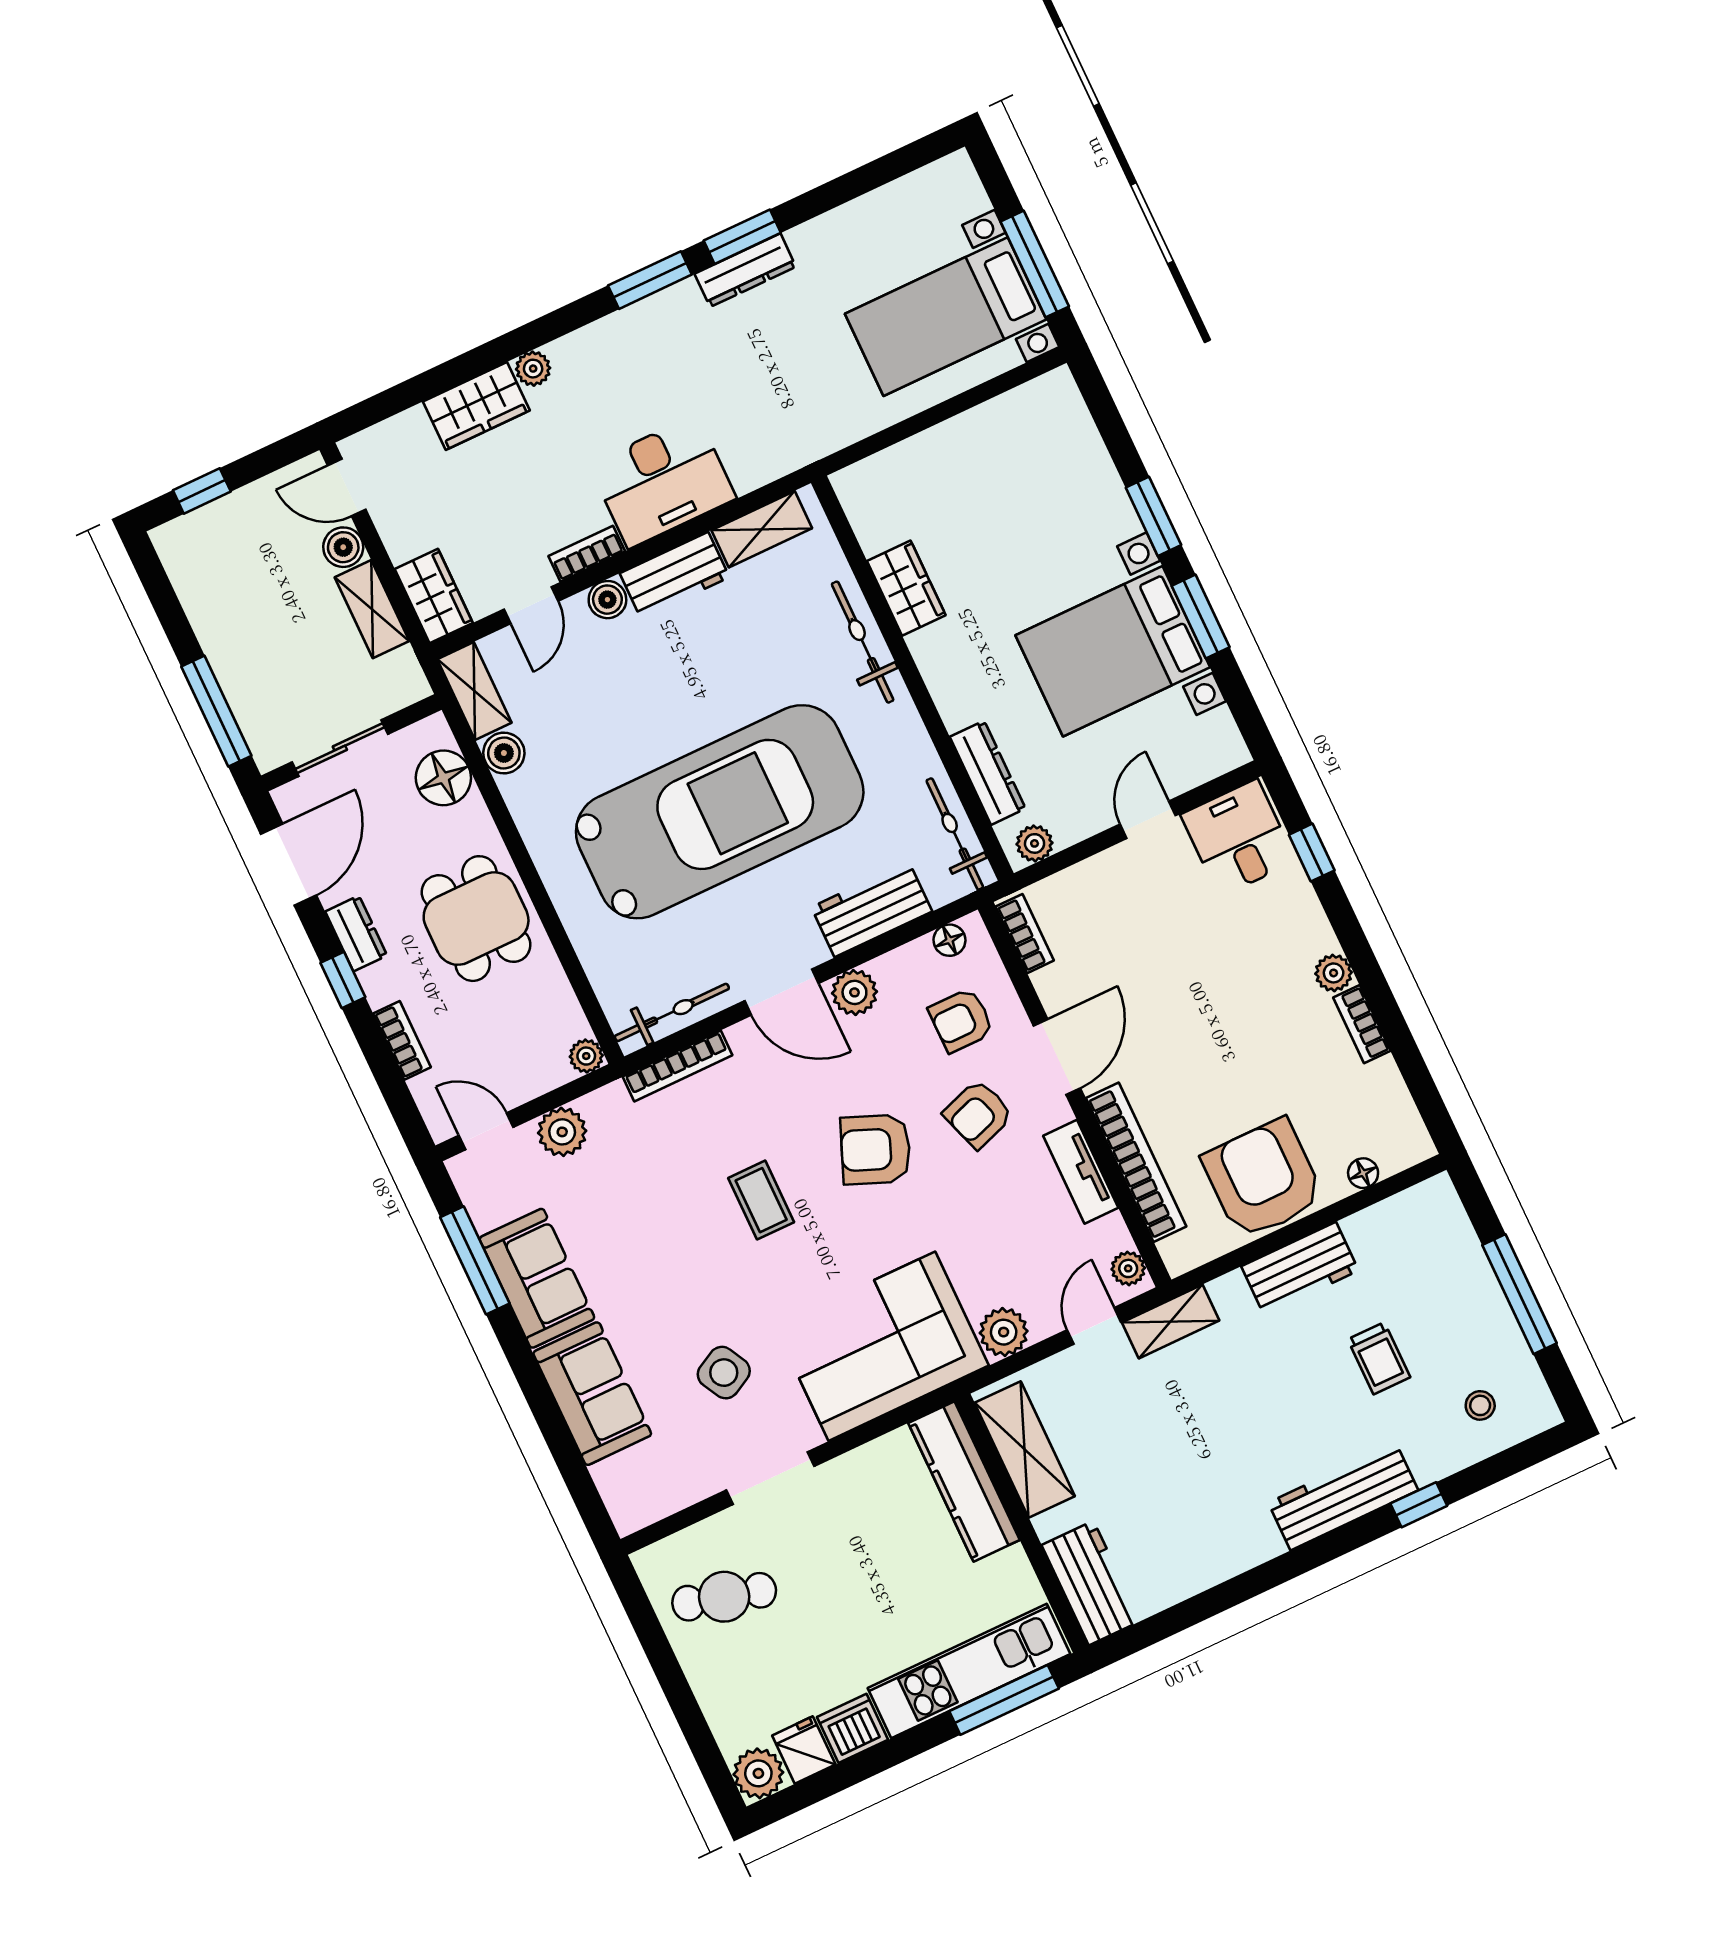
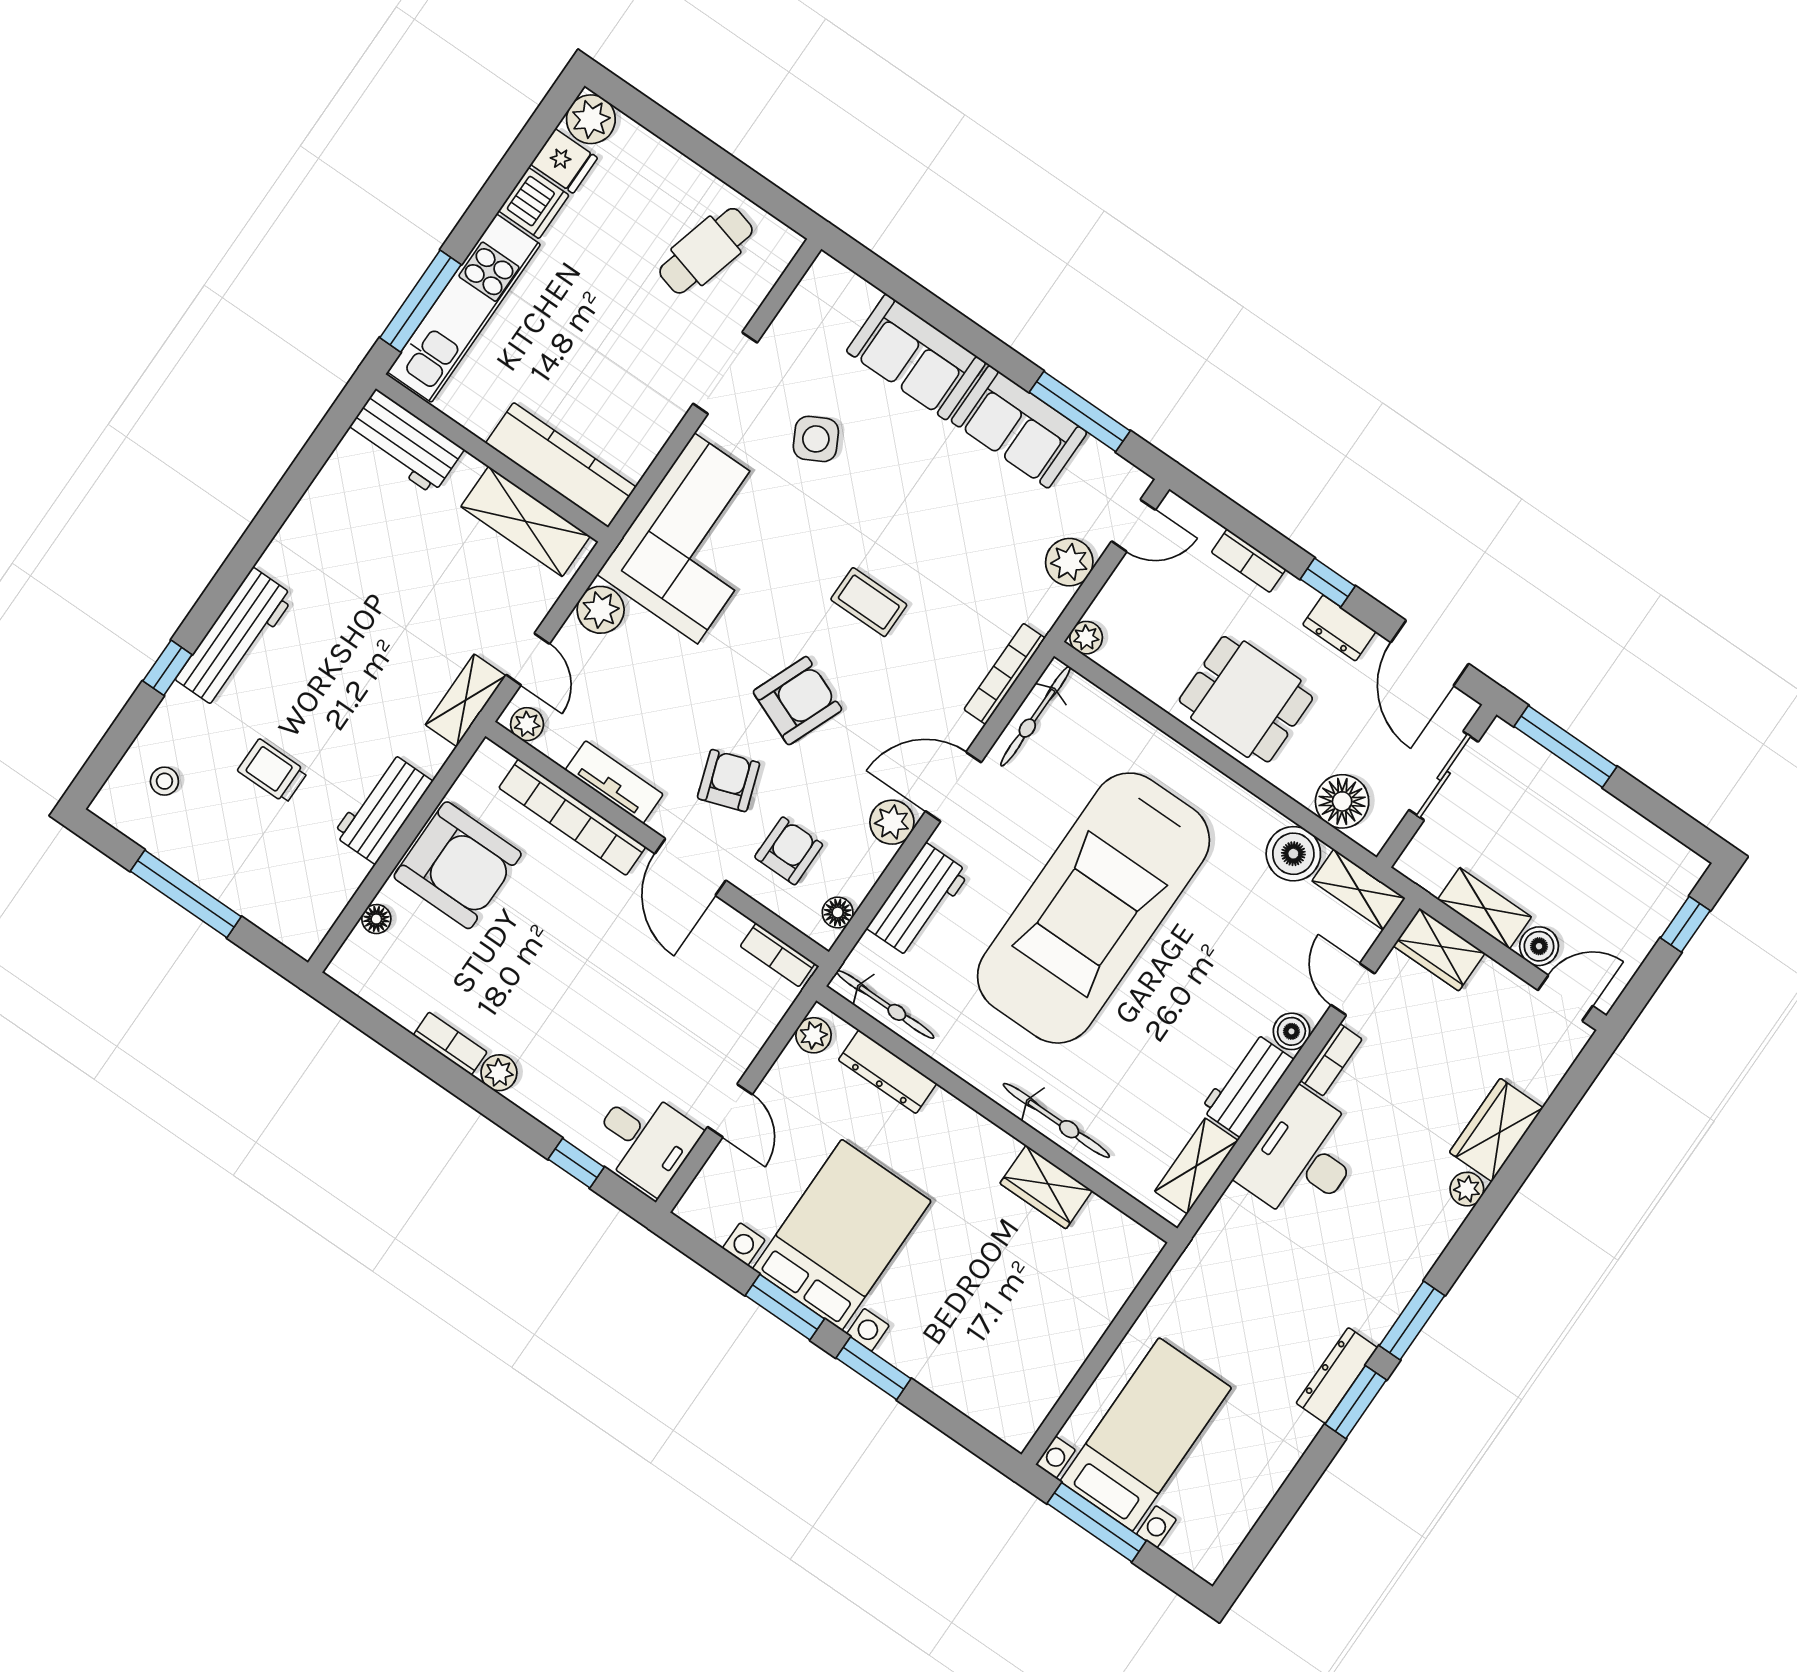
boiler: (504, 753) -> (1293, 854), width x1.36, depth x1.36

